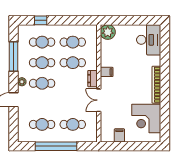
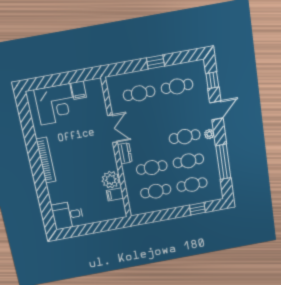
plant: (108, 32) -> (111, 180), moved
desk: (149, 40) -> (68, 215), width x0.73
filing cabinet: (107, 72) -> (115, 194), moved
corner desk: (146, 119) -> (55, 104), moved, turned 90
window: (14, 124) -> (212, 80), added
window: (56, 146) -> (156, 62), width x0.32

